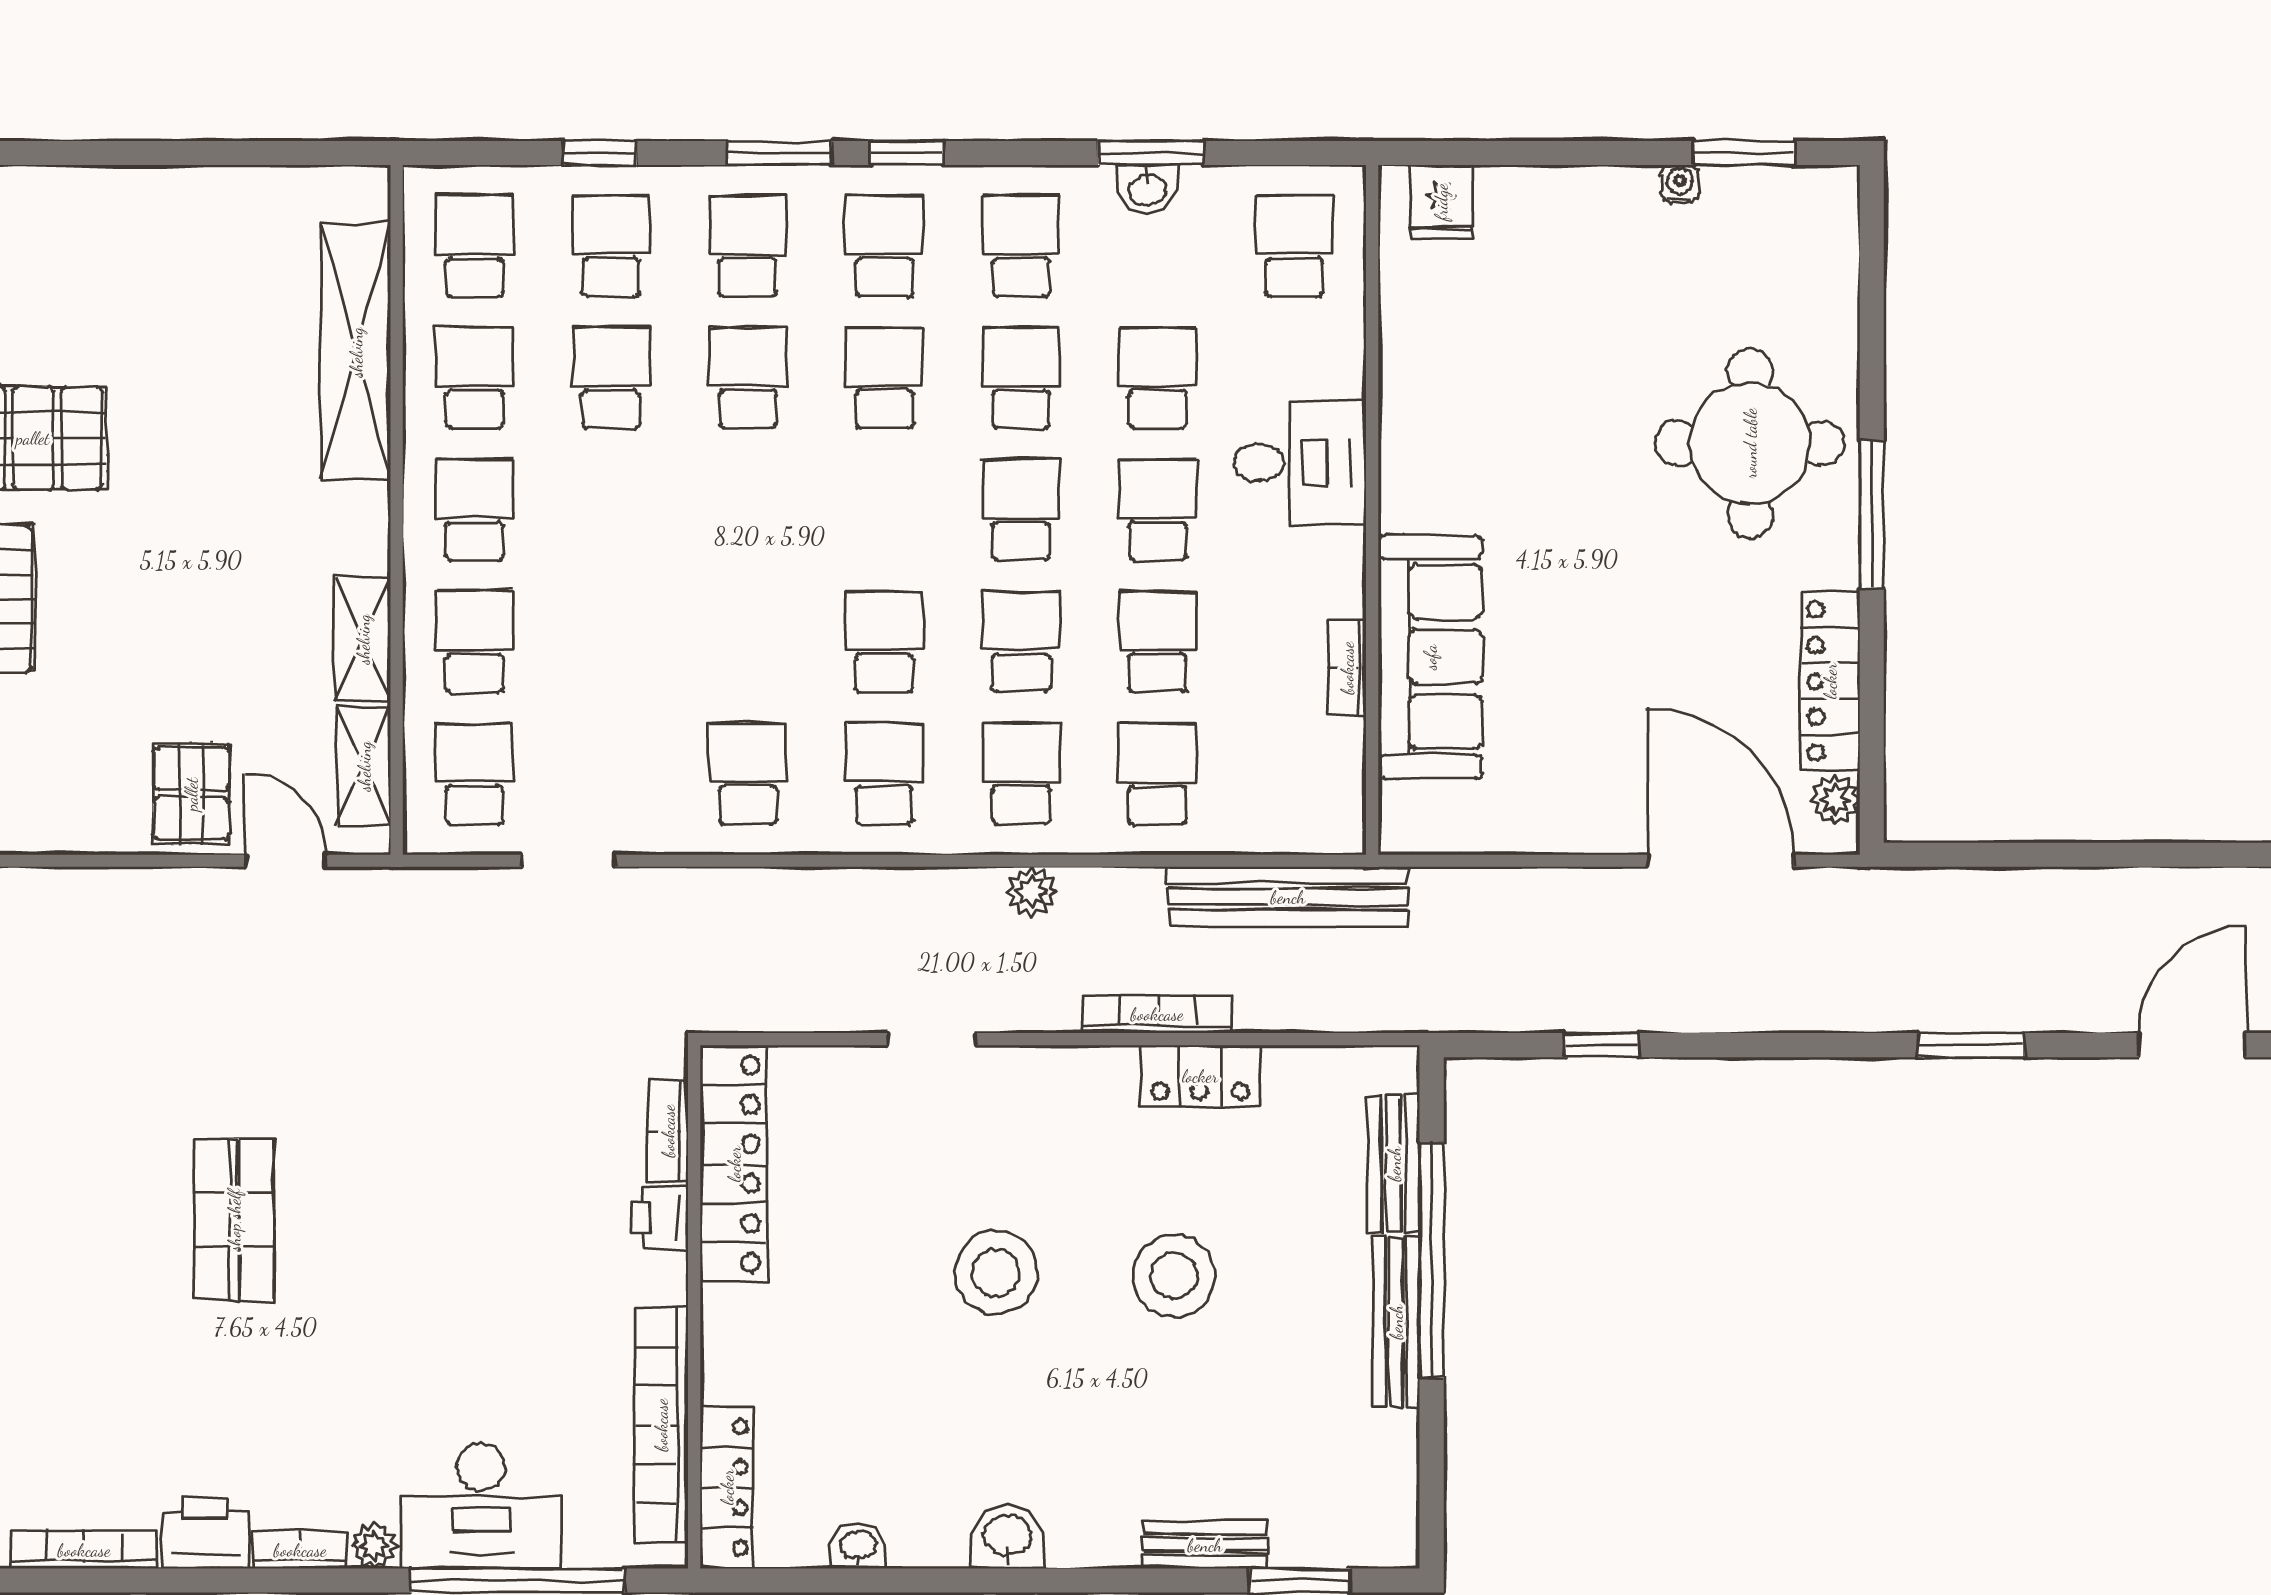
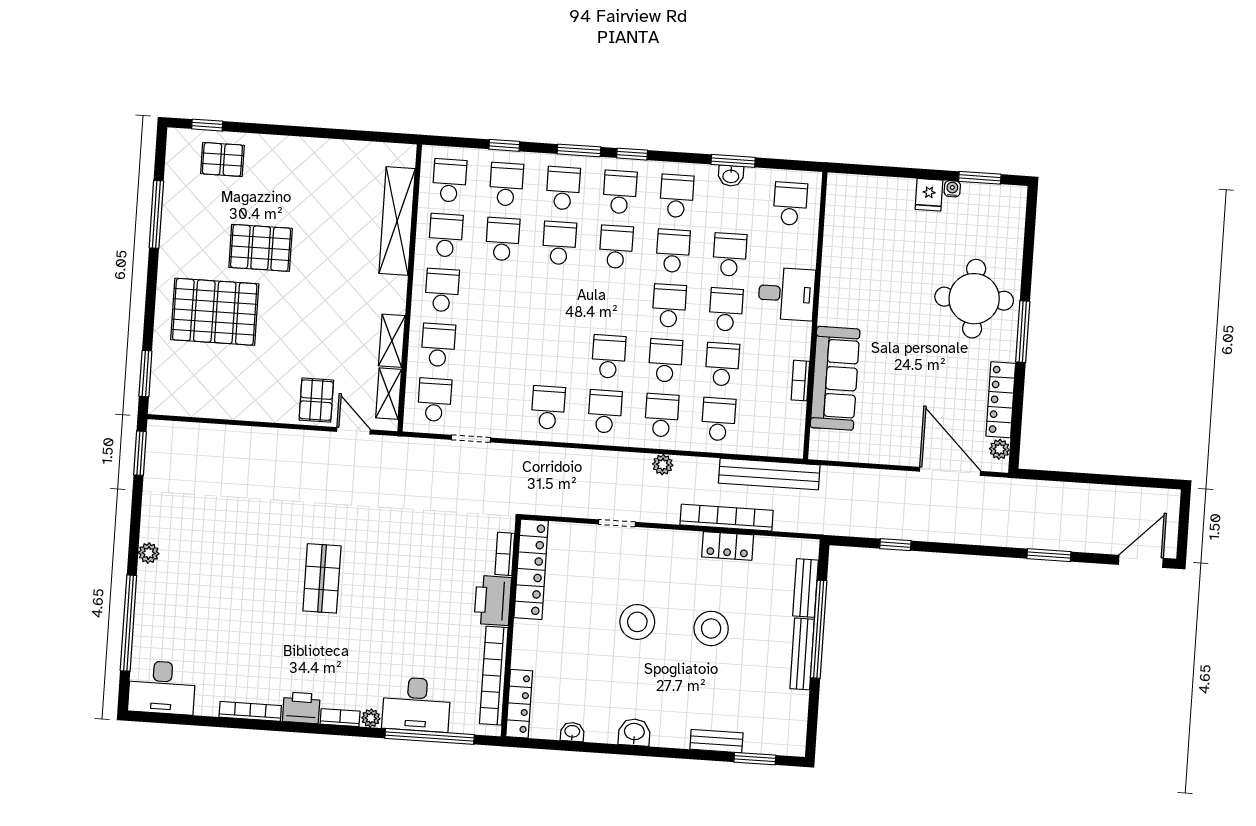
fridge: (1441, 202) -> (929, 195), moved
bookcase: (1157, 1014) -> (727, 518), width x1.48, depth x1.31
printer: (660, 1218) -> (493, 600), width x1.87, depth x1.48

